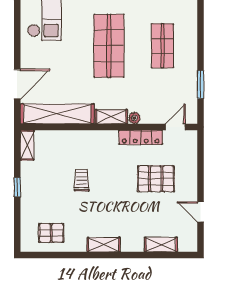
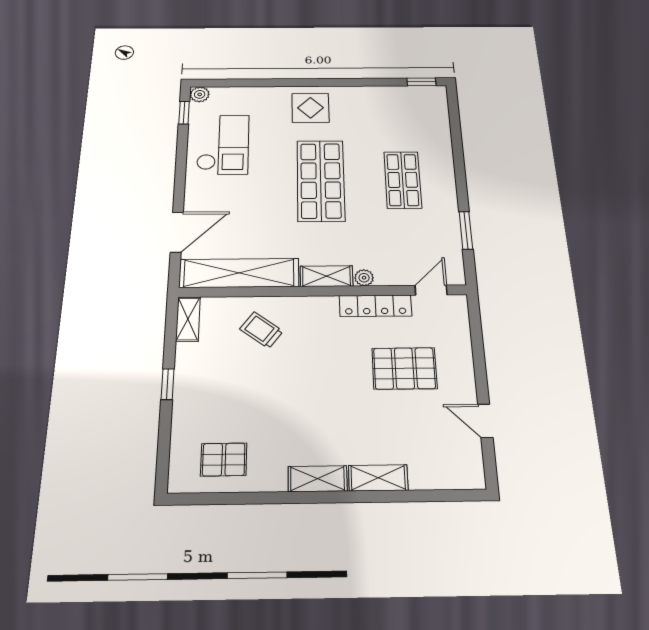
trolley: (82, 180) -> (261, 330), moved, turned -53
shelving: (161, 245) -> (378, 478), moved

